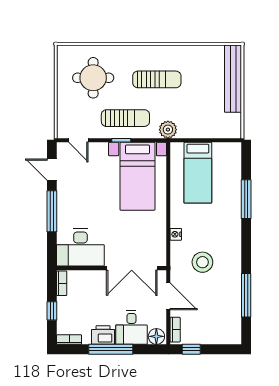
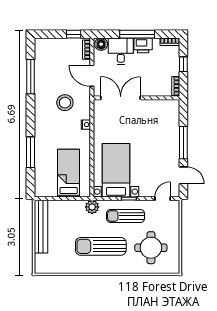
sun lounger: (157, 79) -> (101, 246), width x1.36, depth x1.34
bench: (233, 79) -> (41, 227), moved
door: (78, 140) -> (163, 199), hinge flipped
desk: (80, 248) -> (161, 114), removed

